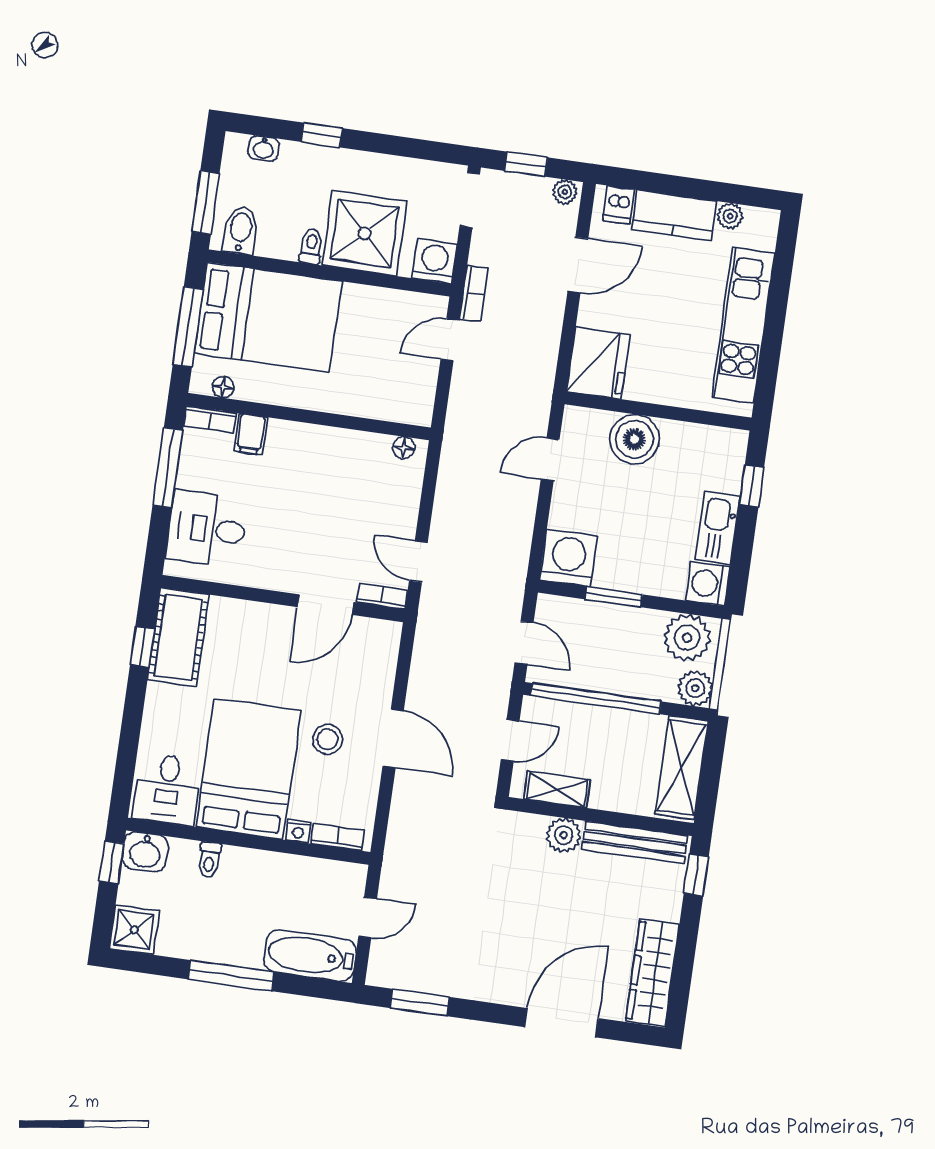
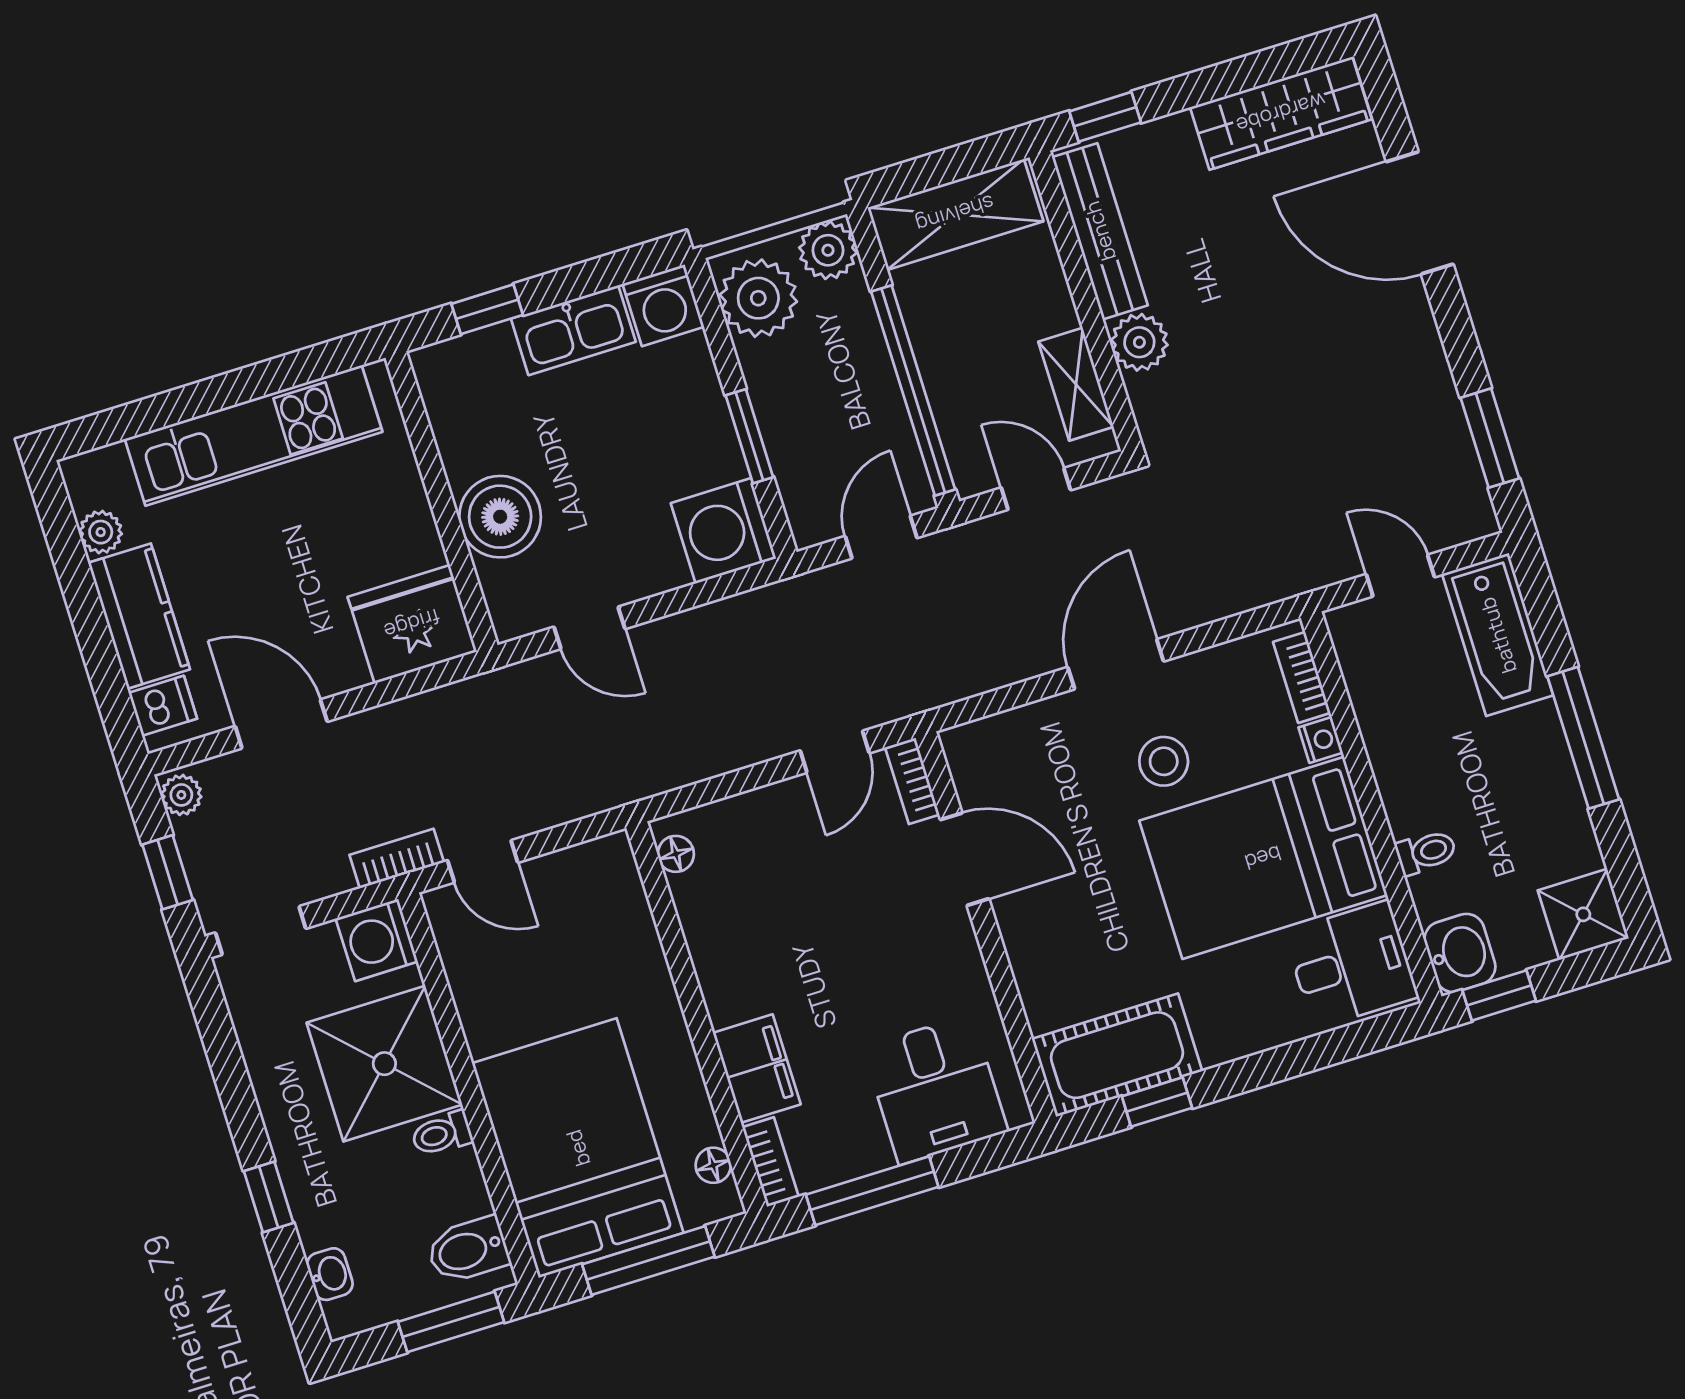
filing cabinet: (251, 434) -> (757, 1069), width x2.00

